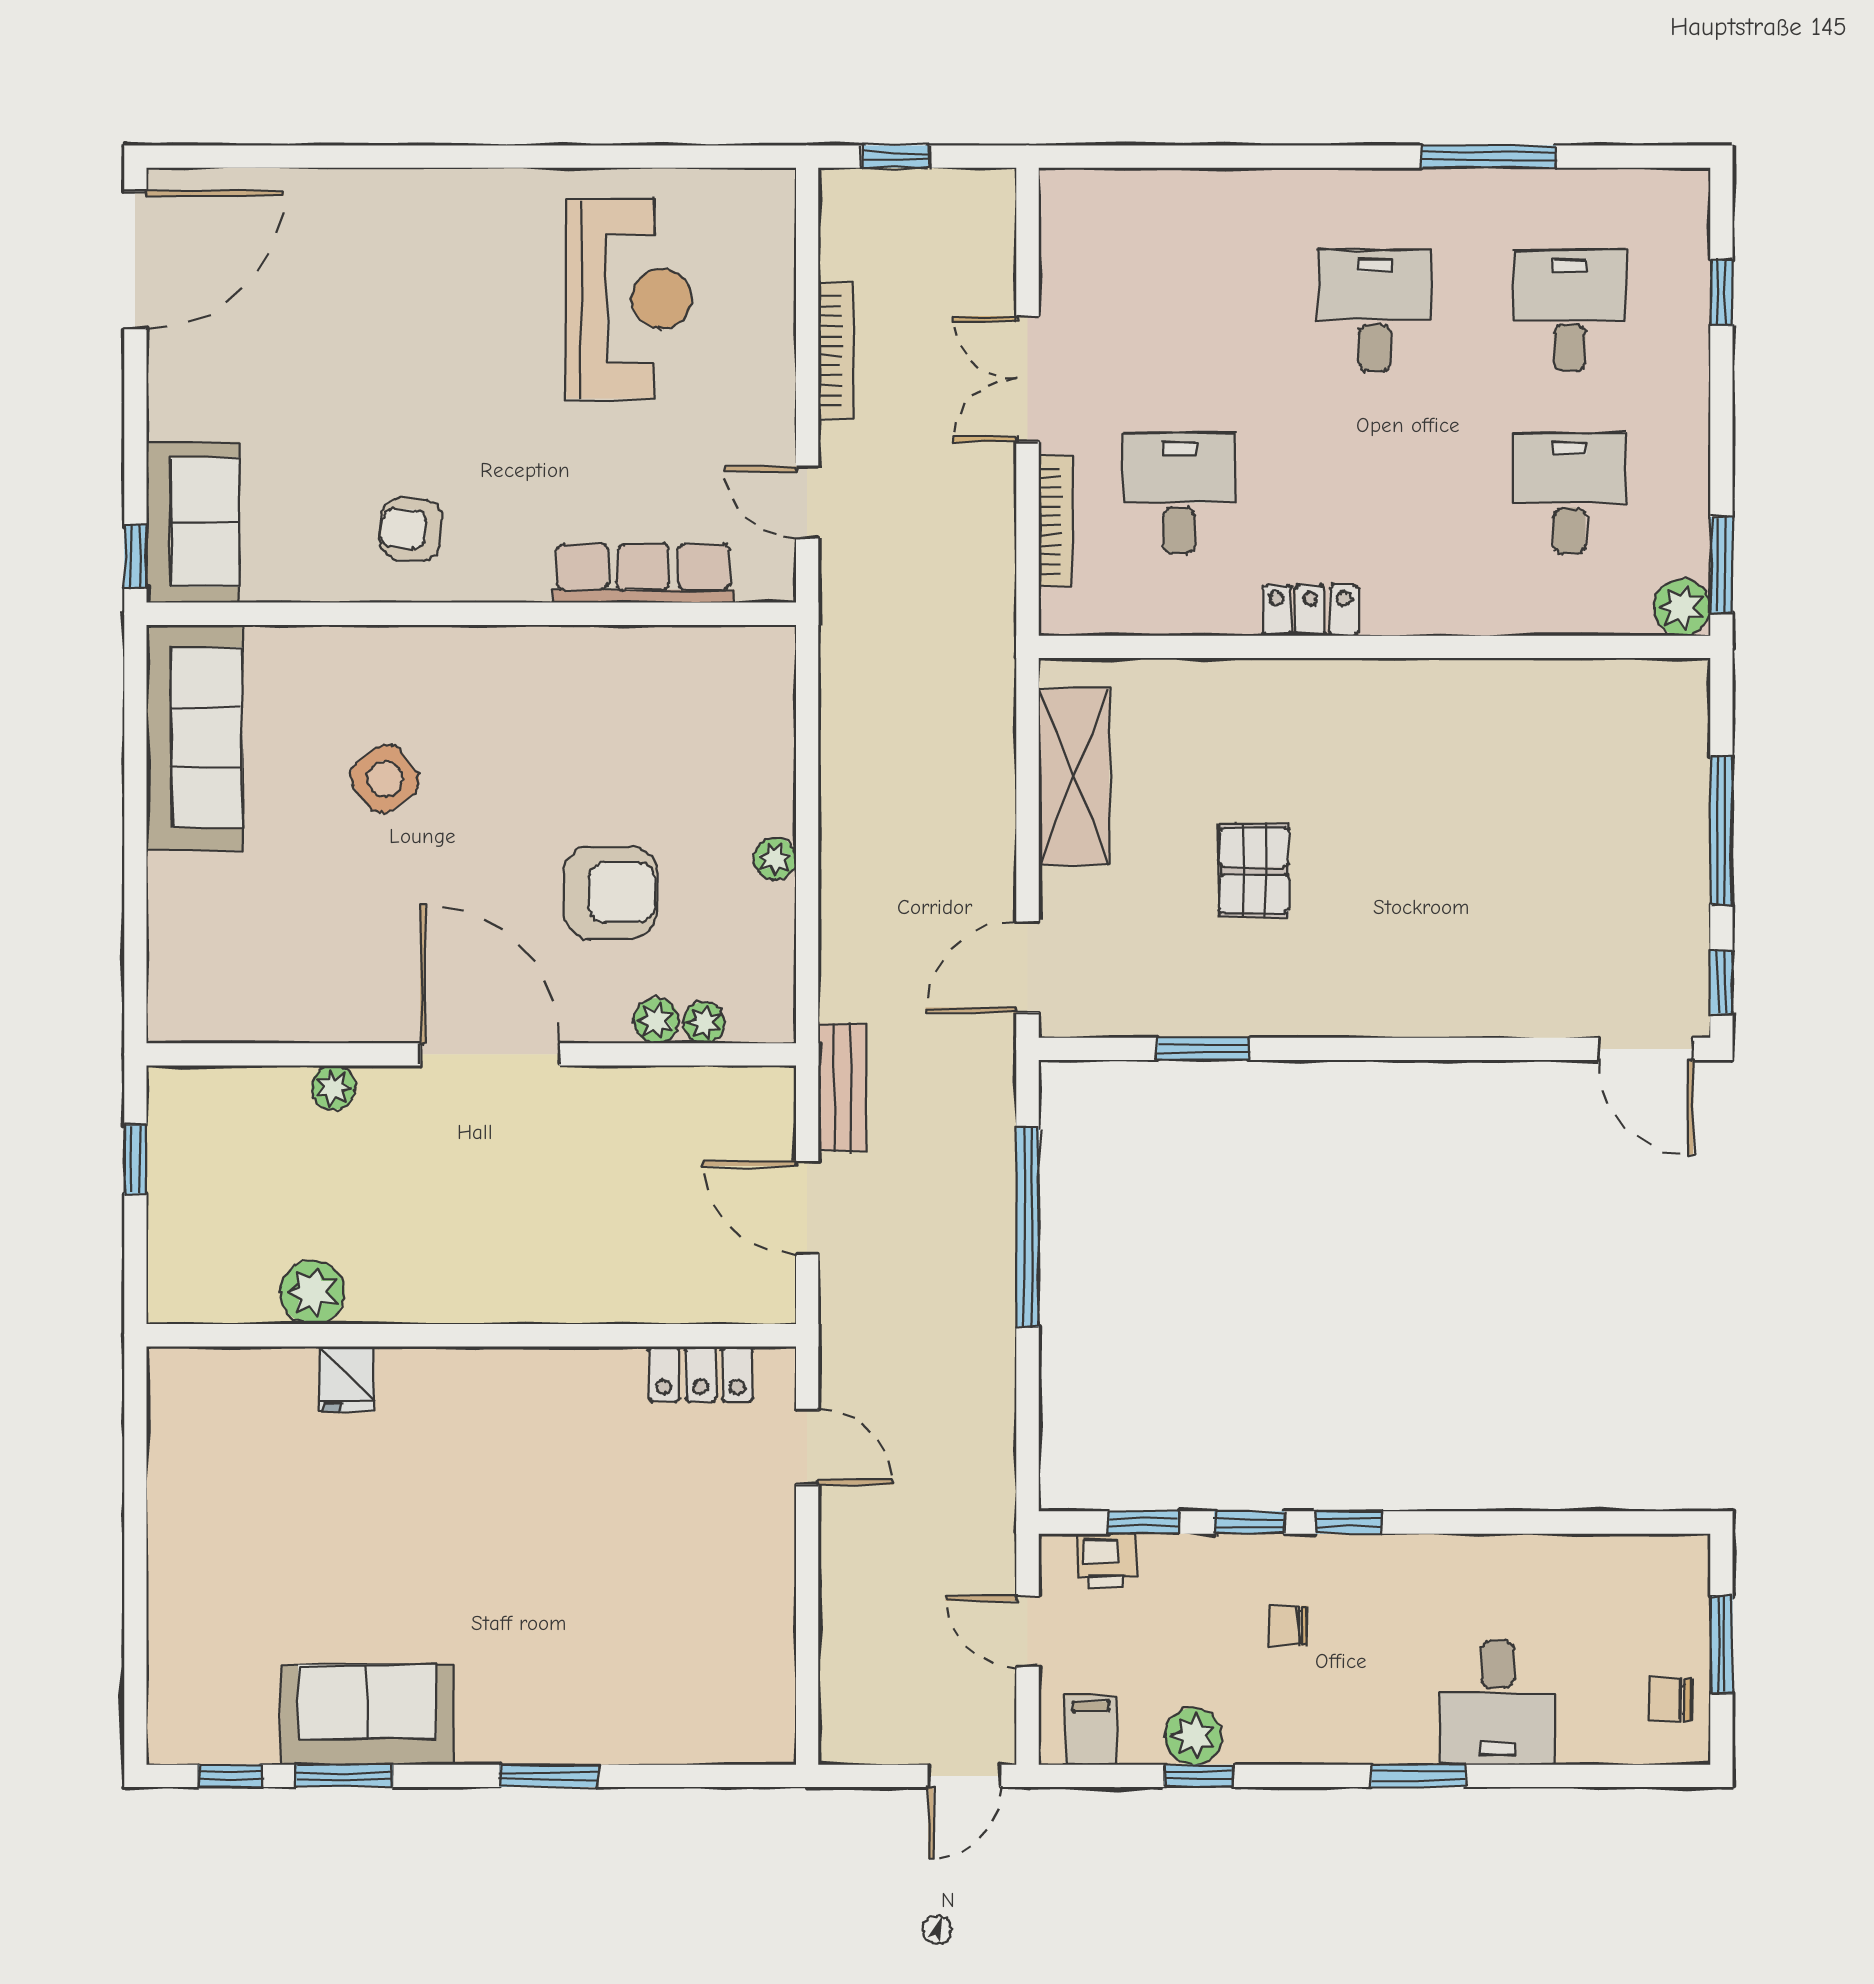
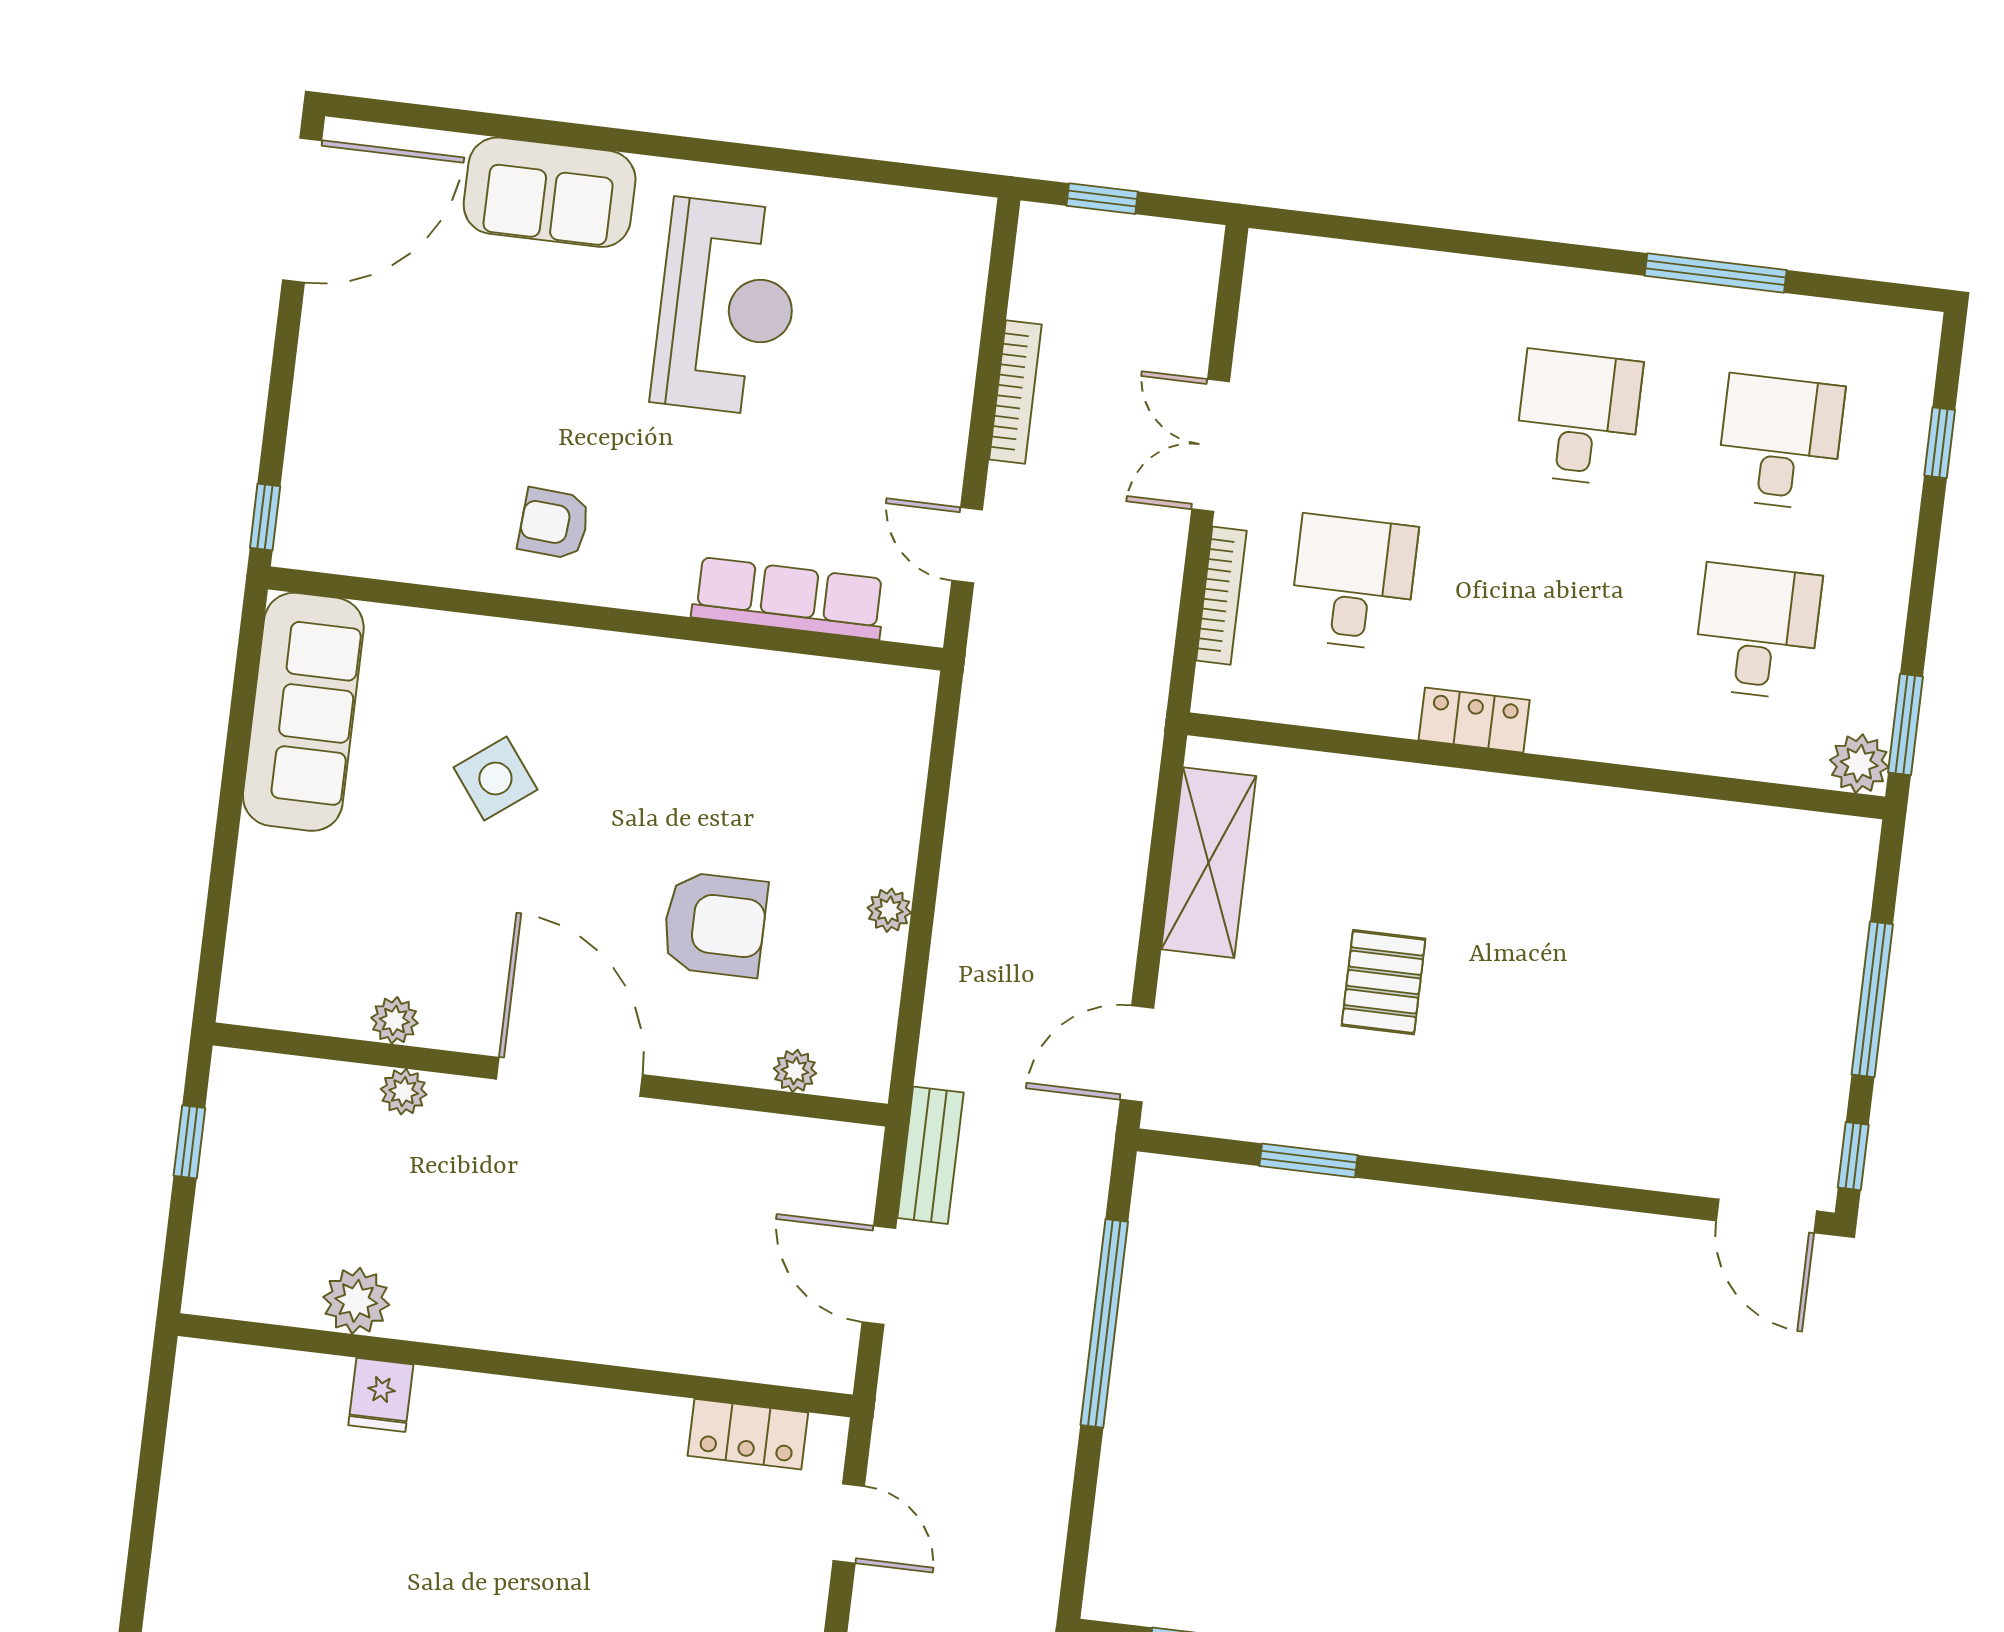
reception desk: (629, 299) -> (727, 307), moved
sofa: (193, 522) -> (550, 192), moved, turned 90
plant: (656, 1021) -> (394, 1020), moved

